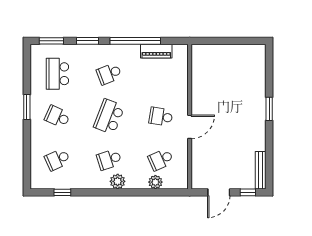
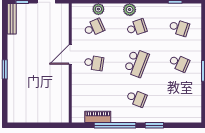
window: (51, 41) -> (184, 125), removed
school desk: (57, 74) -> (179, 98), removed
school desk: (109, 74) -> (137, 98), turned 42
school desk: (57, 159) -> (179, 28), turned 42

